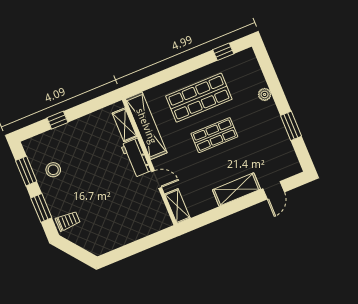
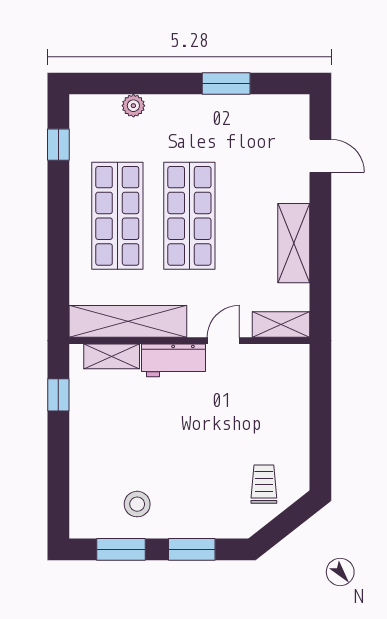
plant: (265, 94) -> (133, 106), moved
window: (57, 120) -> (58, 395), moved
shop shelf: (214, 135) -> (189, 216), width x1.43, depth x1.36
shelving: (236, 189) -> (294, 243), moved
trolley: (68, 221) -> (264, 484), moved

